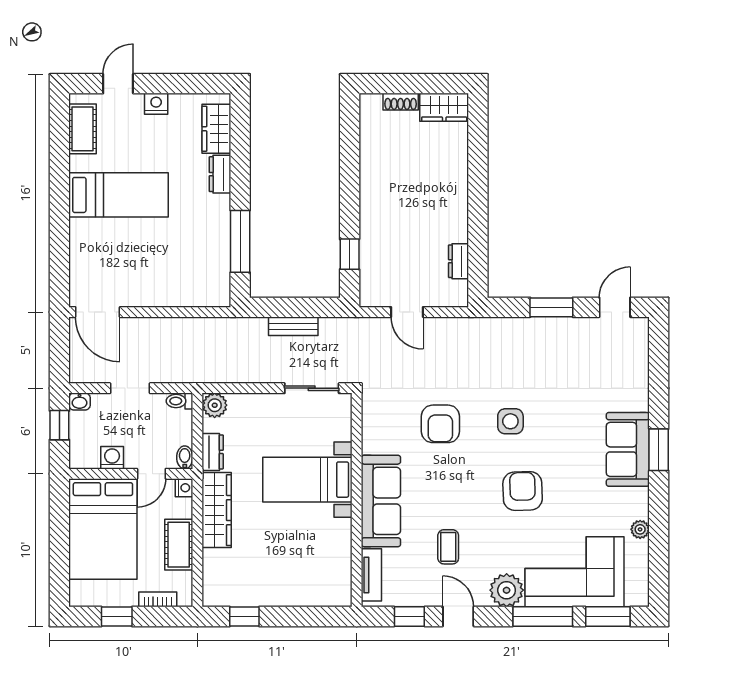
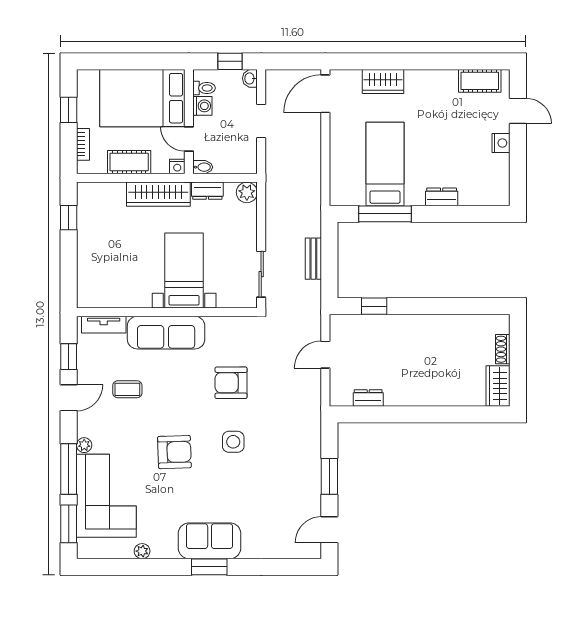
wardrobe: (216, 129) -> (383, 81), moved, turned 180
bed: (119, 195) -> (385, 164), moved, turned 180
door: (615, 307) -> (329, 530), swing flipped
toilet: (179, 401) -> (204, 88), moved, turned 90
plant: (507, 590) -> (84, 445), width x0.53, depth x0.53

